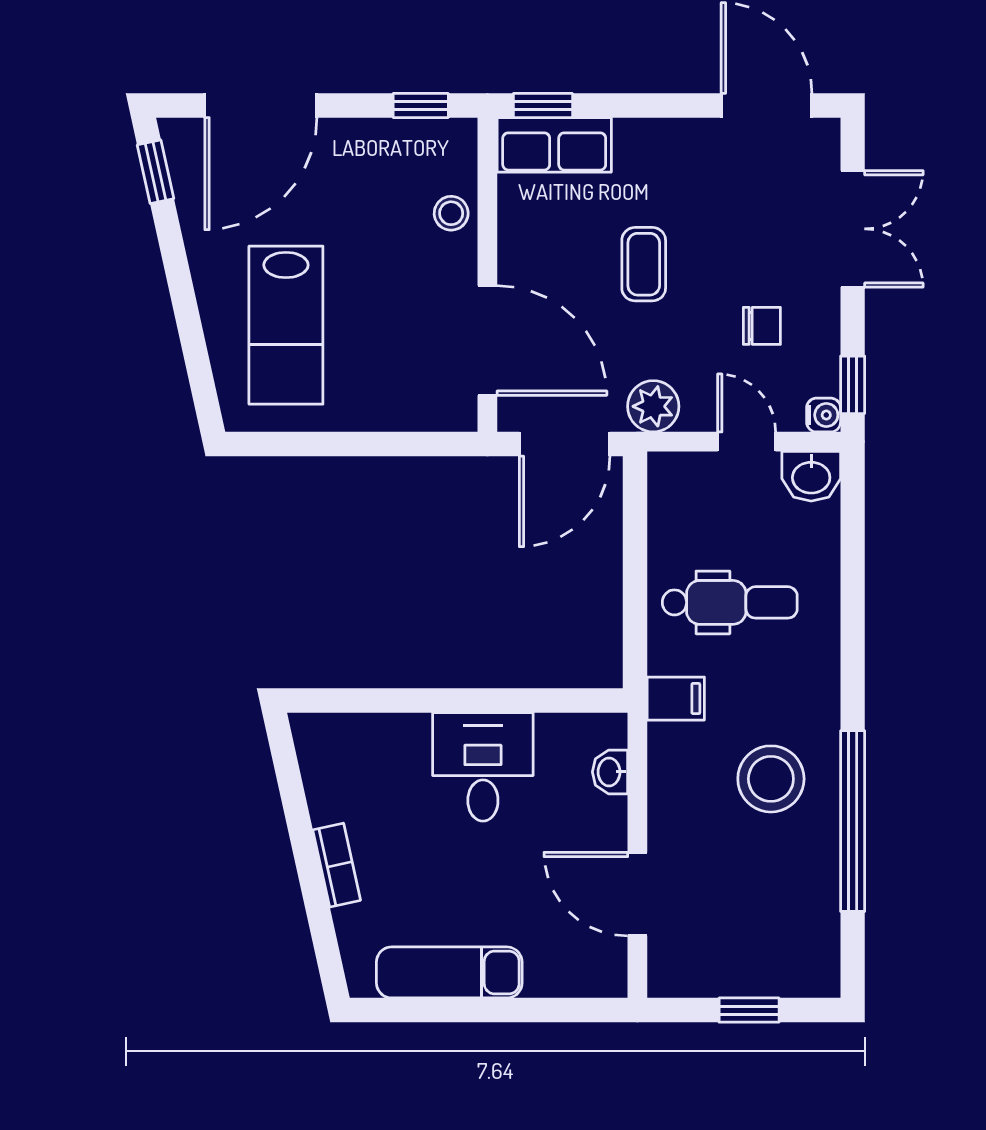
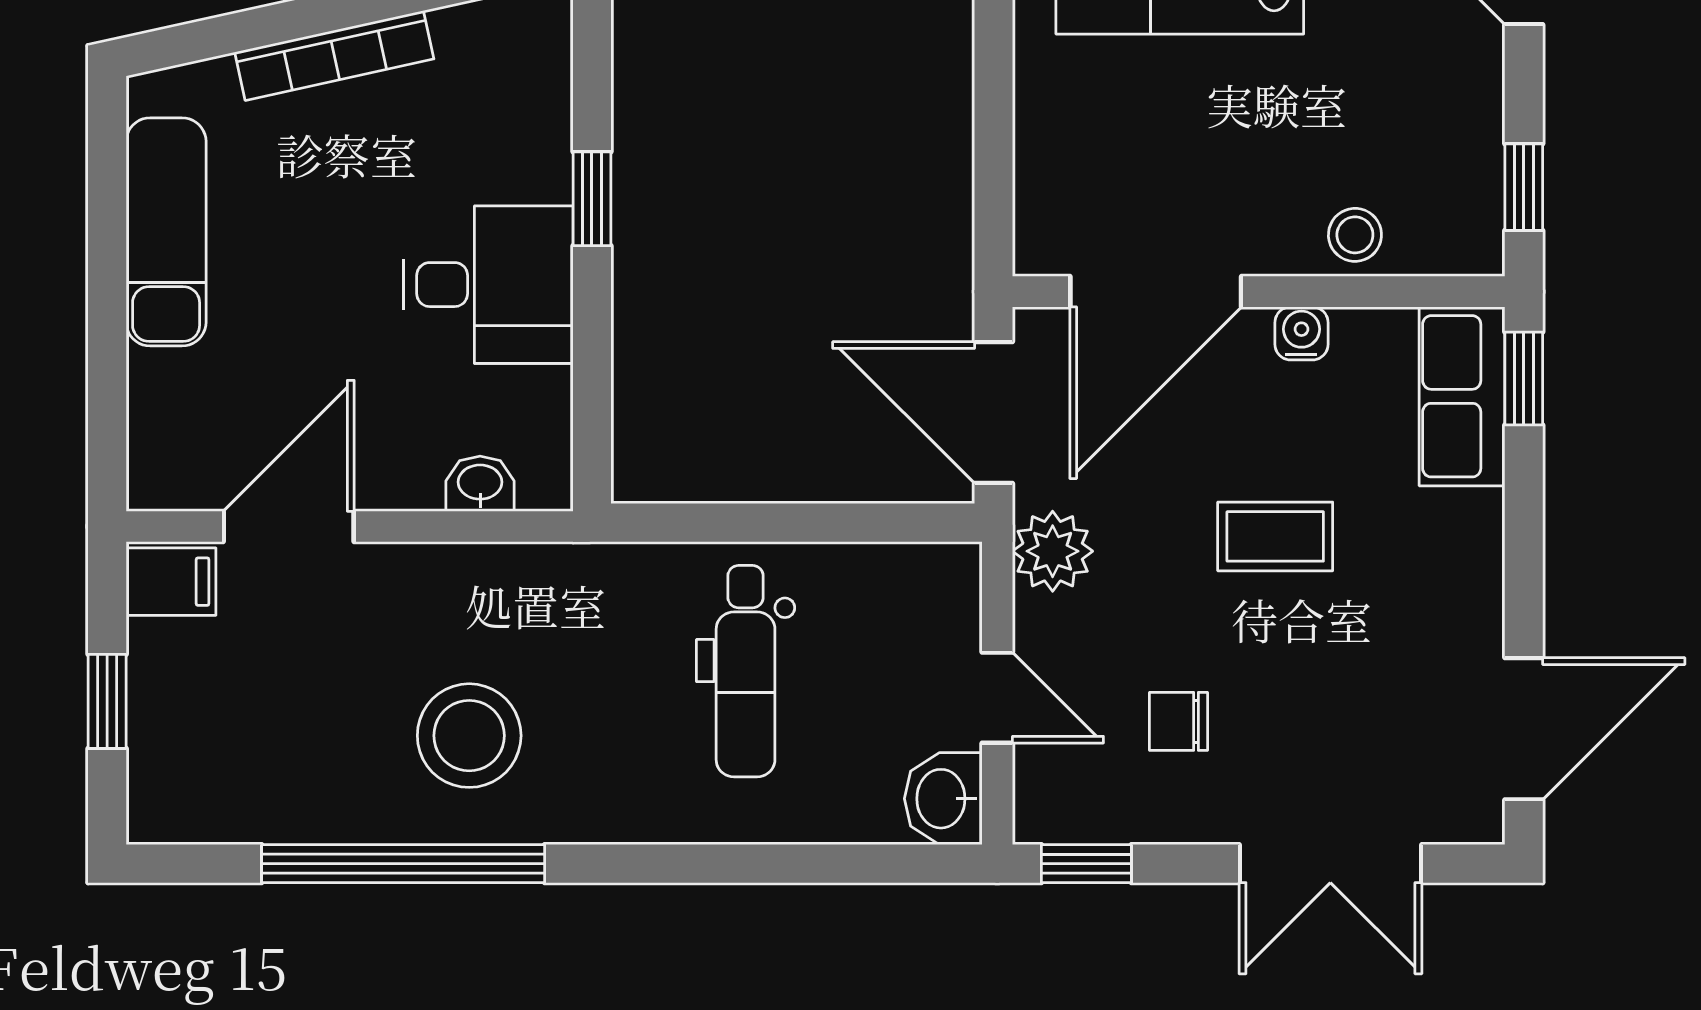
chair: (762, 326) -> (1179, 721), turned 90
water cooler: (824, 415) -> (1301, 333), moved, turned 180
door: (747, 442) -> (997, 698), hinge flipped
filing cabinet: (676, 699) -> (171, 582), moved, turned -90
window: (428, 700) -> (592, 199), added
bookcase: (337, 865) -> (334, 56), width x1.56

